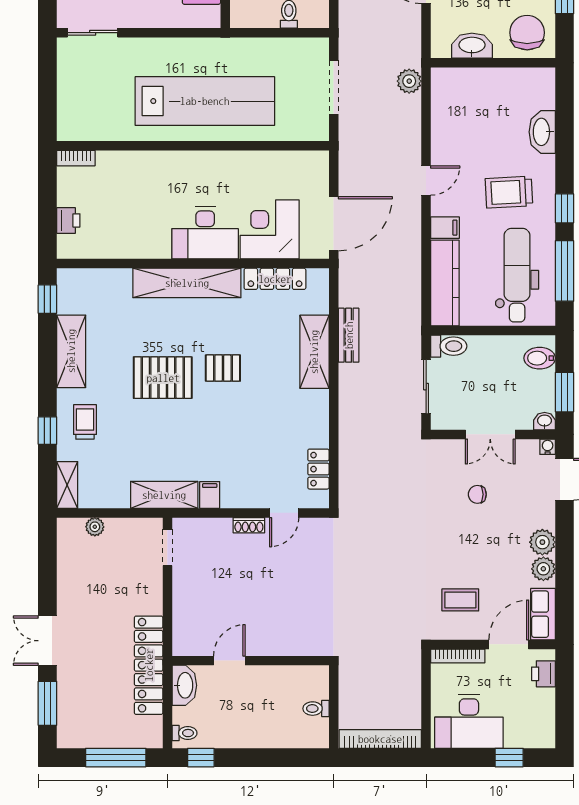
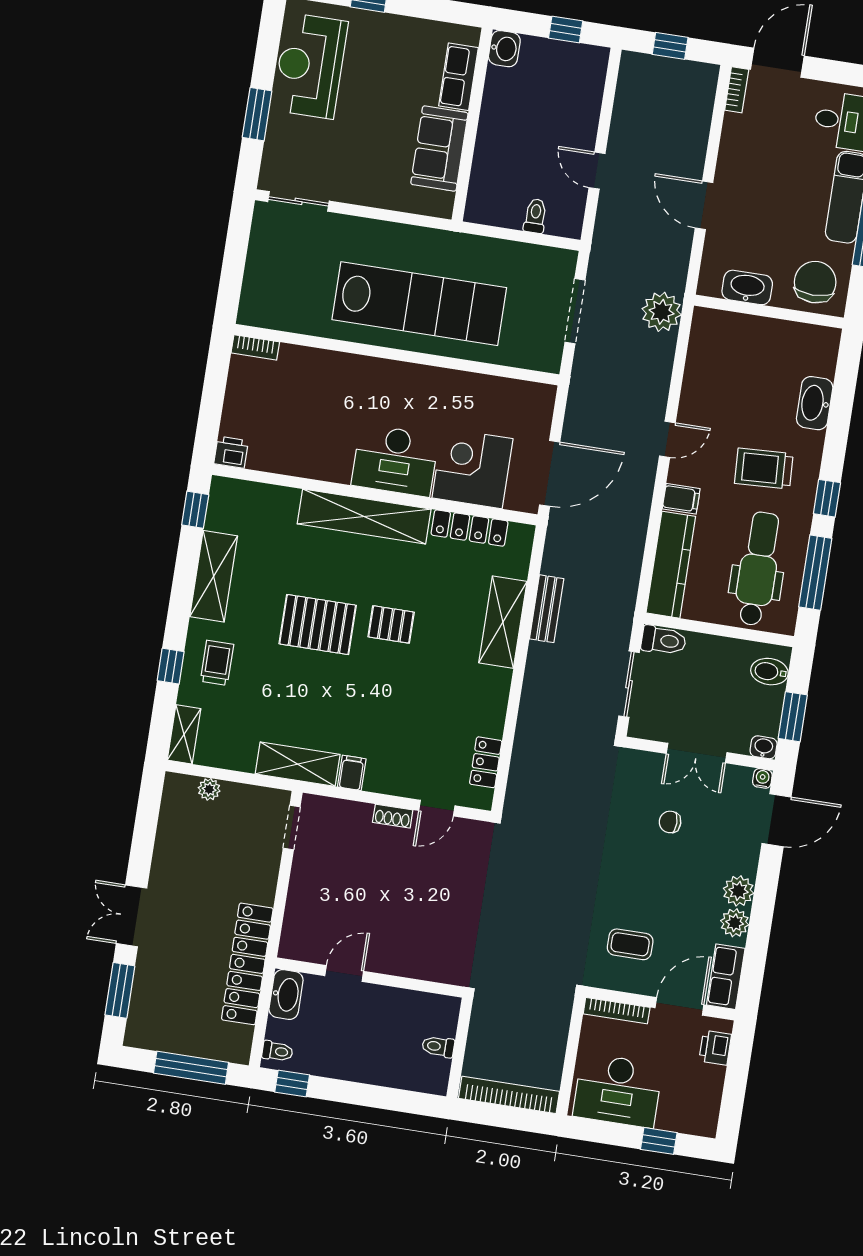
plant: (409, 81) -> (662, 312), width x1.36, depth x1.36
printer: (68, 220) -> (231, 452), moved, turned -90

